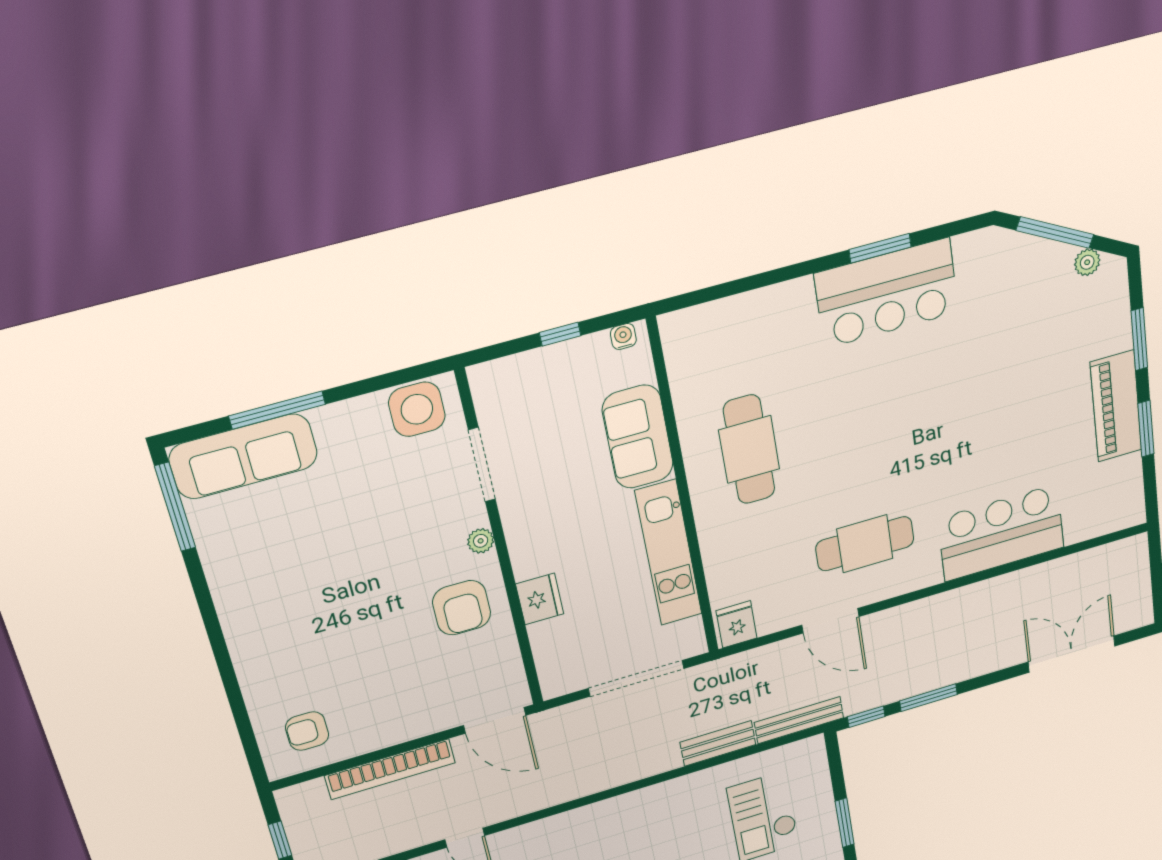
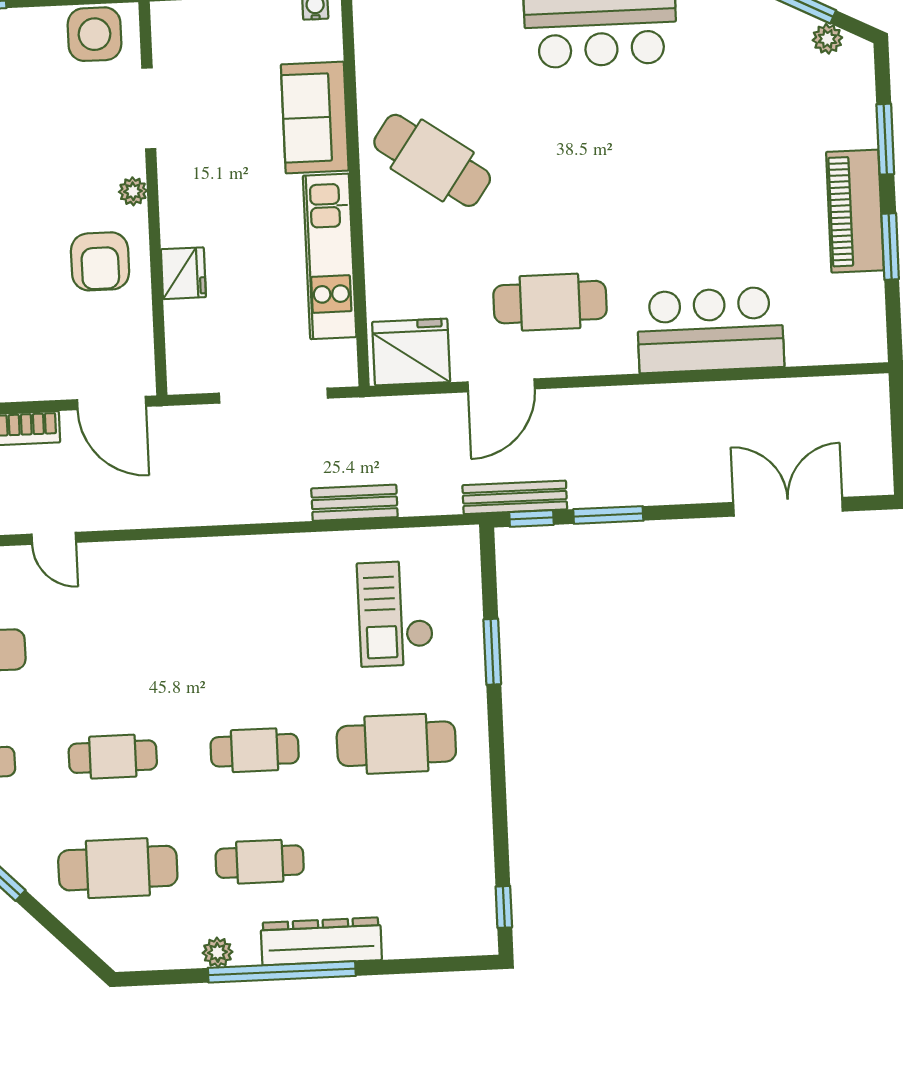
cafe table: (749, 450) -> (432, 160), turned -55
door: (830, 621) -> (501, 385), hinge flipped
fridge: (737, 624) -> (411, 352), width x1.88, depth x1.34
bench: (799, 720) -> (515, 497), moved

